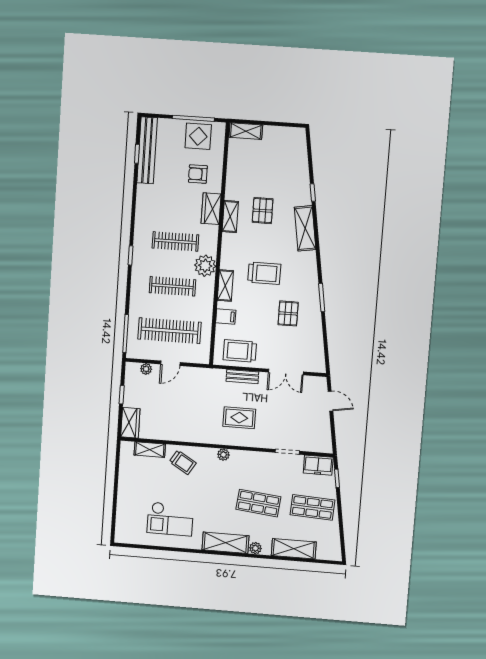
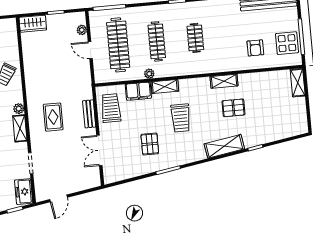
armchair: (198, 174) -> (255, 48), turned 180
wardrobe: (211, 209) -> (228, 64), removed
clothes rail: (175, 241) -> (195, 38), width x0.73
plant: (205, 266) -> (149, 74), moved, width x0.53, depth x0.53
pallet: (288, 313) -> (150, 144), turned 90
filing cabinet: (226, 316) -> (138, 91), width x2.00
door: (330, 401) -> (59, 198), moved
shelving: (150, 450) -> (20, 128), moved

